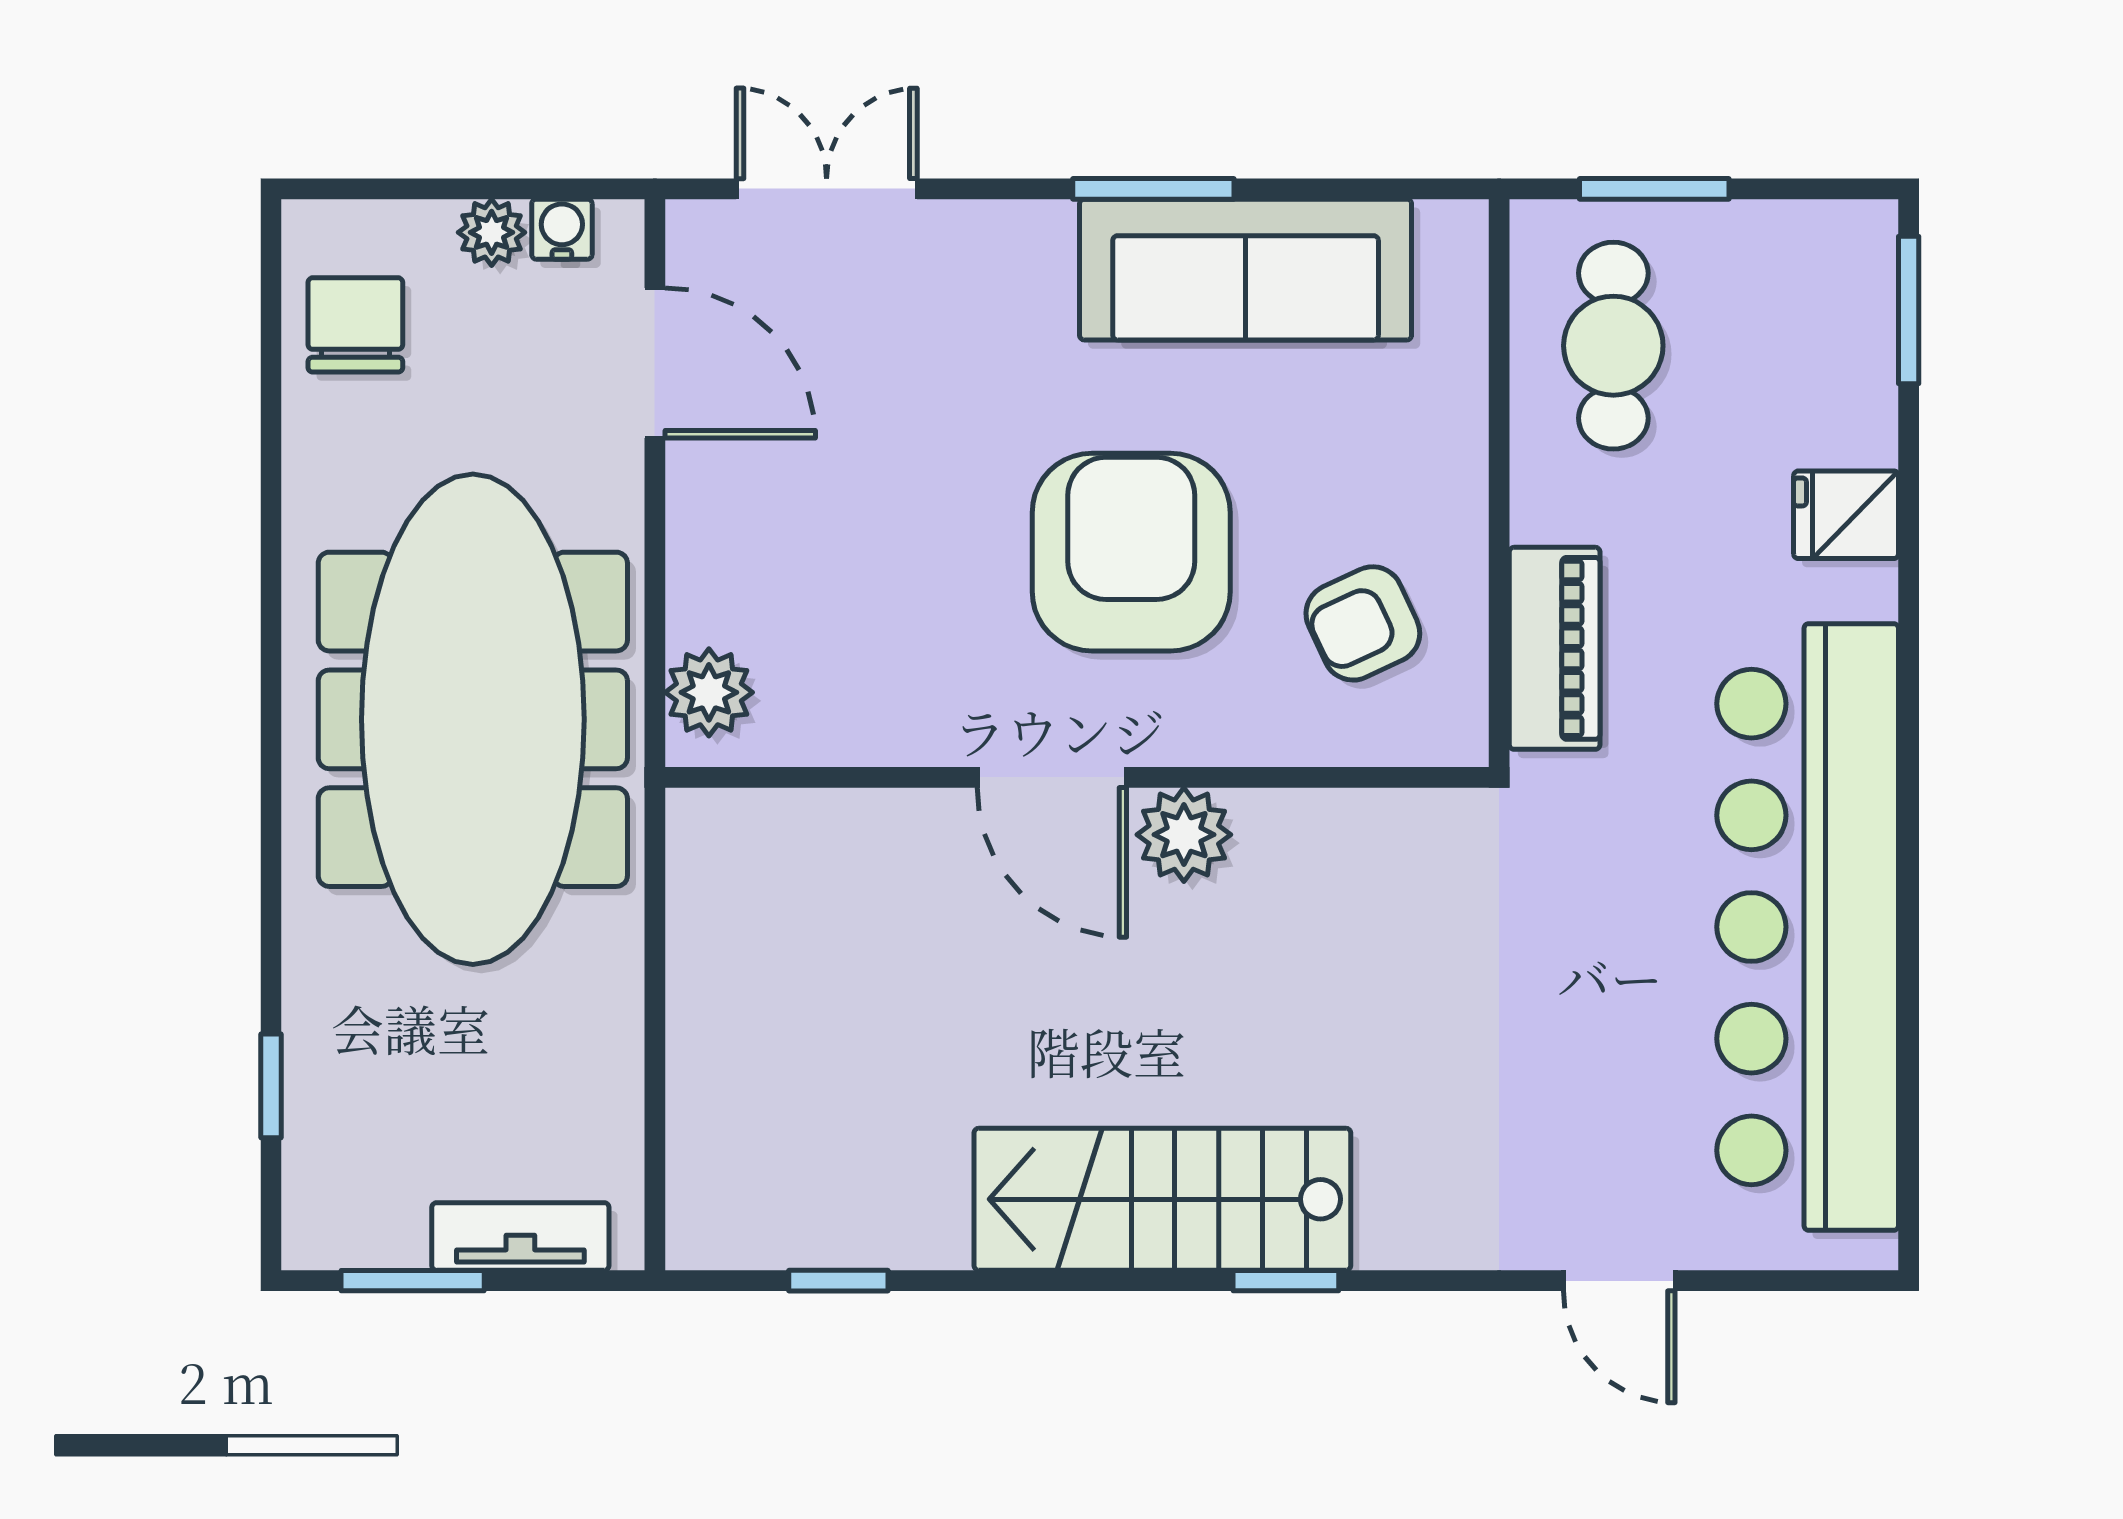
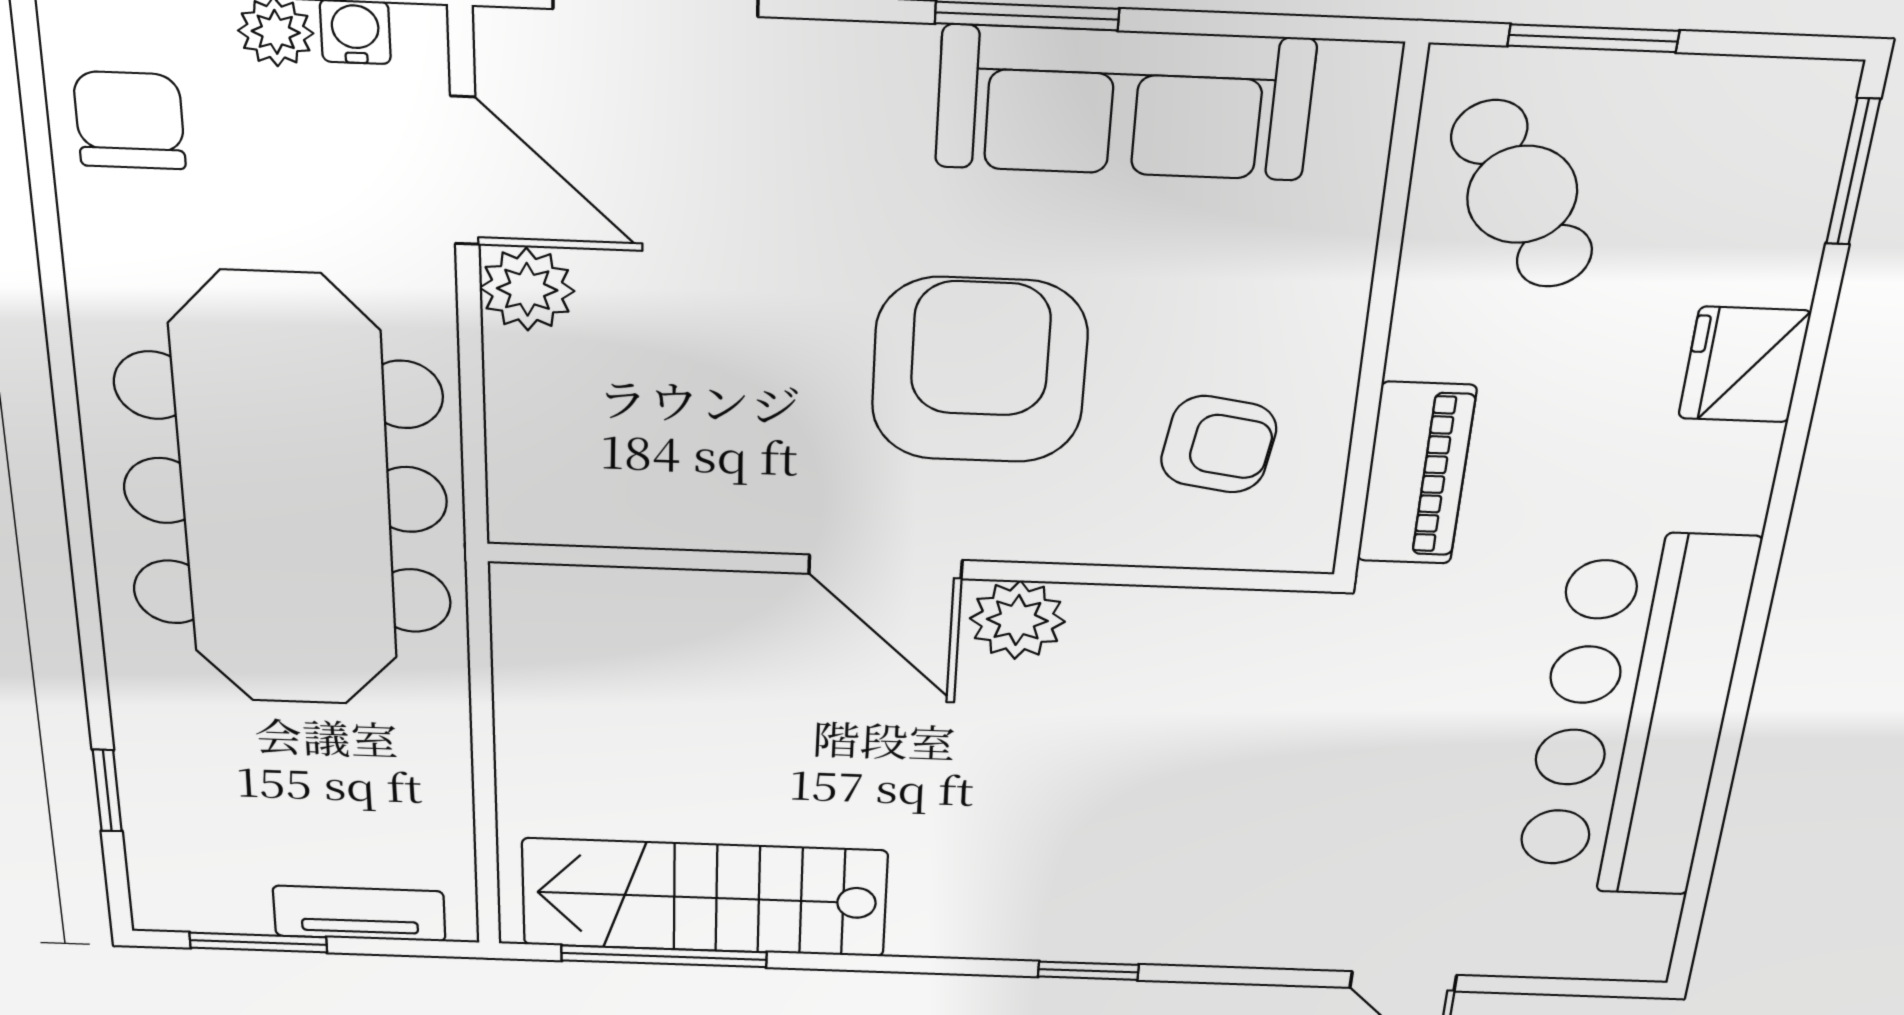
cafe table: (1613, 346) -> (1522, 195), turned -32
fridge: (1846, 515) -> (1744, 365), width x1.38
armchair: (1363, 623) -> (1219, 444), turned -146
plant: (709, 692) -> (527, 289), moved
bar counter: (1808, 927) -> (1634, 718), width x0.73
stairs: (1162, 1199) -> (704, 898), moved
window: (838, 1281) -> (664, 956), width x2.17

